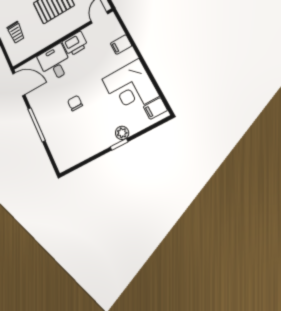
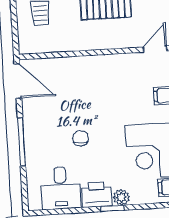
printer: (75, 44) -> (97, 195), moved, turned 180
desk: (55, 63) -> (61, 188), moved, turned 180

